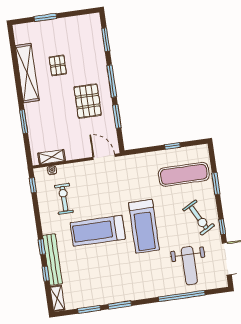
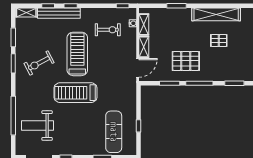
shelving: (78, 153) -> (144, 47), added
exercise bike: (199, 218) -> (39, 63), moved

